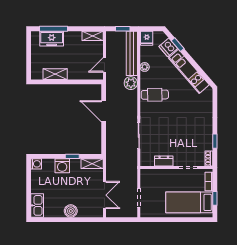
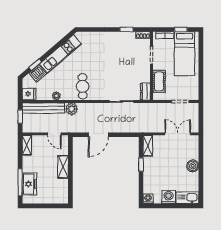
shelving: (55, 74) -> (63, 167), moved
dresser: (164, 161) -> (145, 91), moved
washing machine: (62, 166) -> (169, 197), moved, turned -90
cot: (160, 175) -> (159, 81), added

